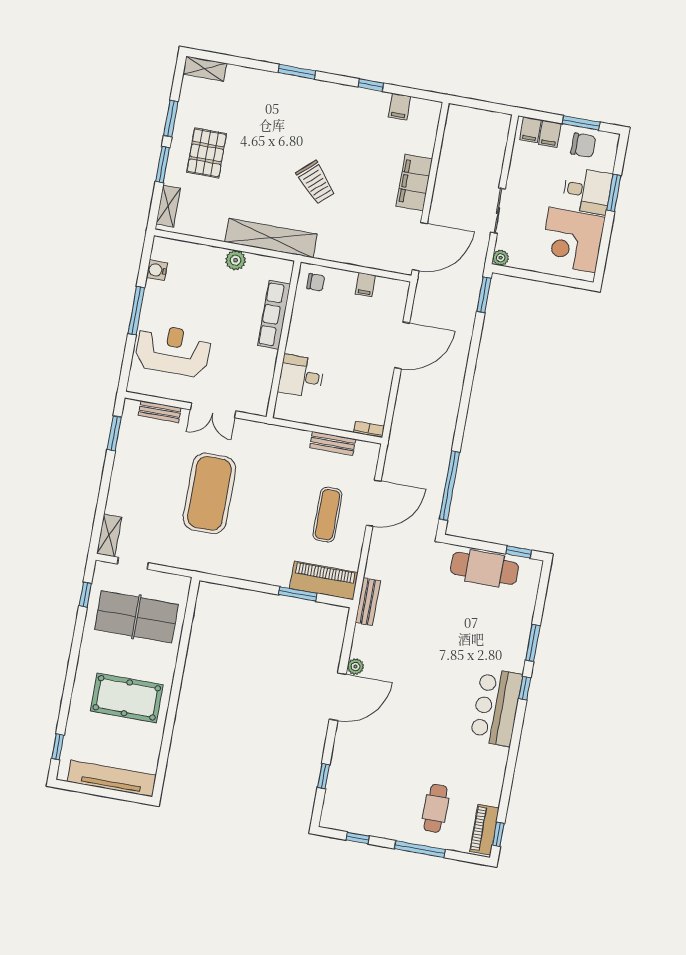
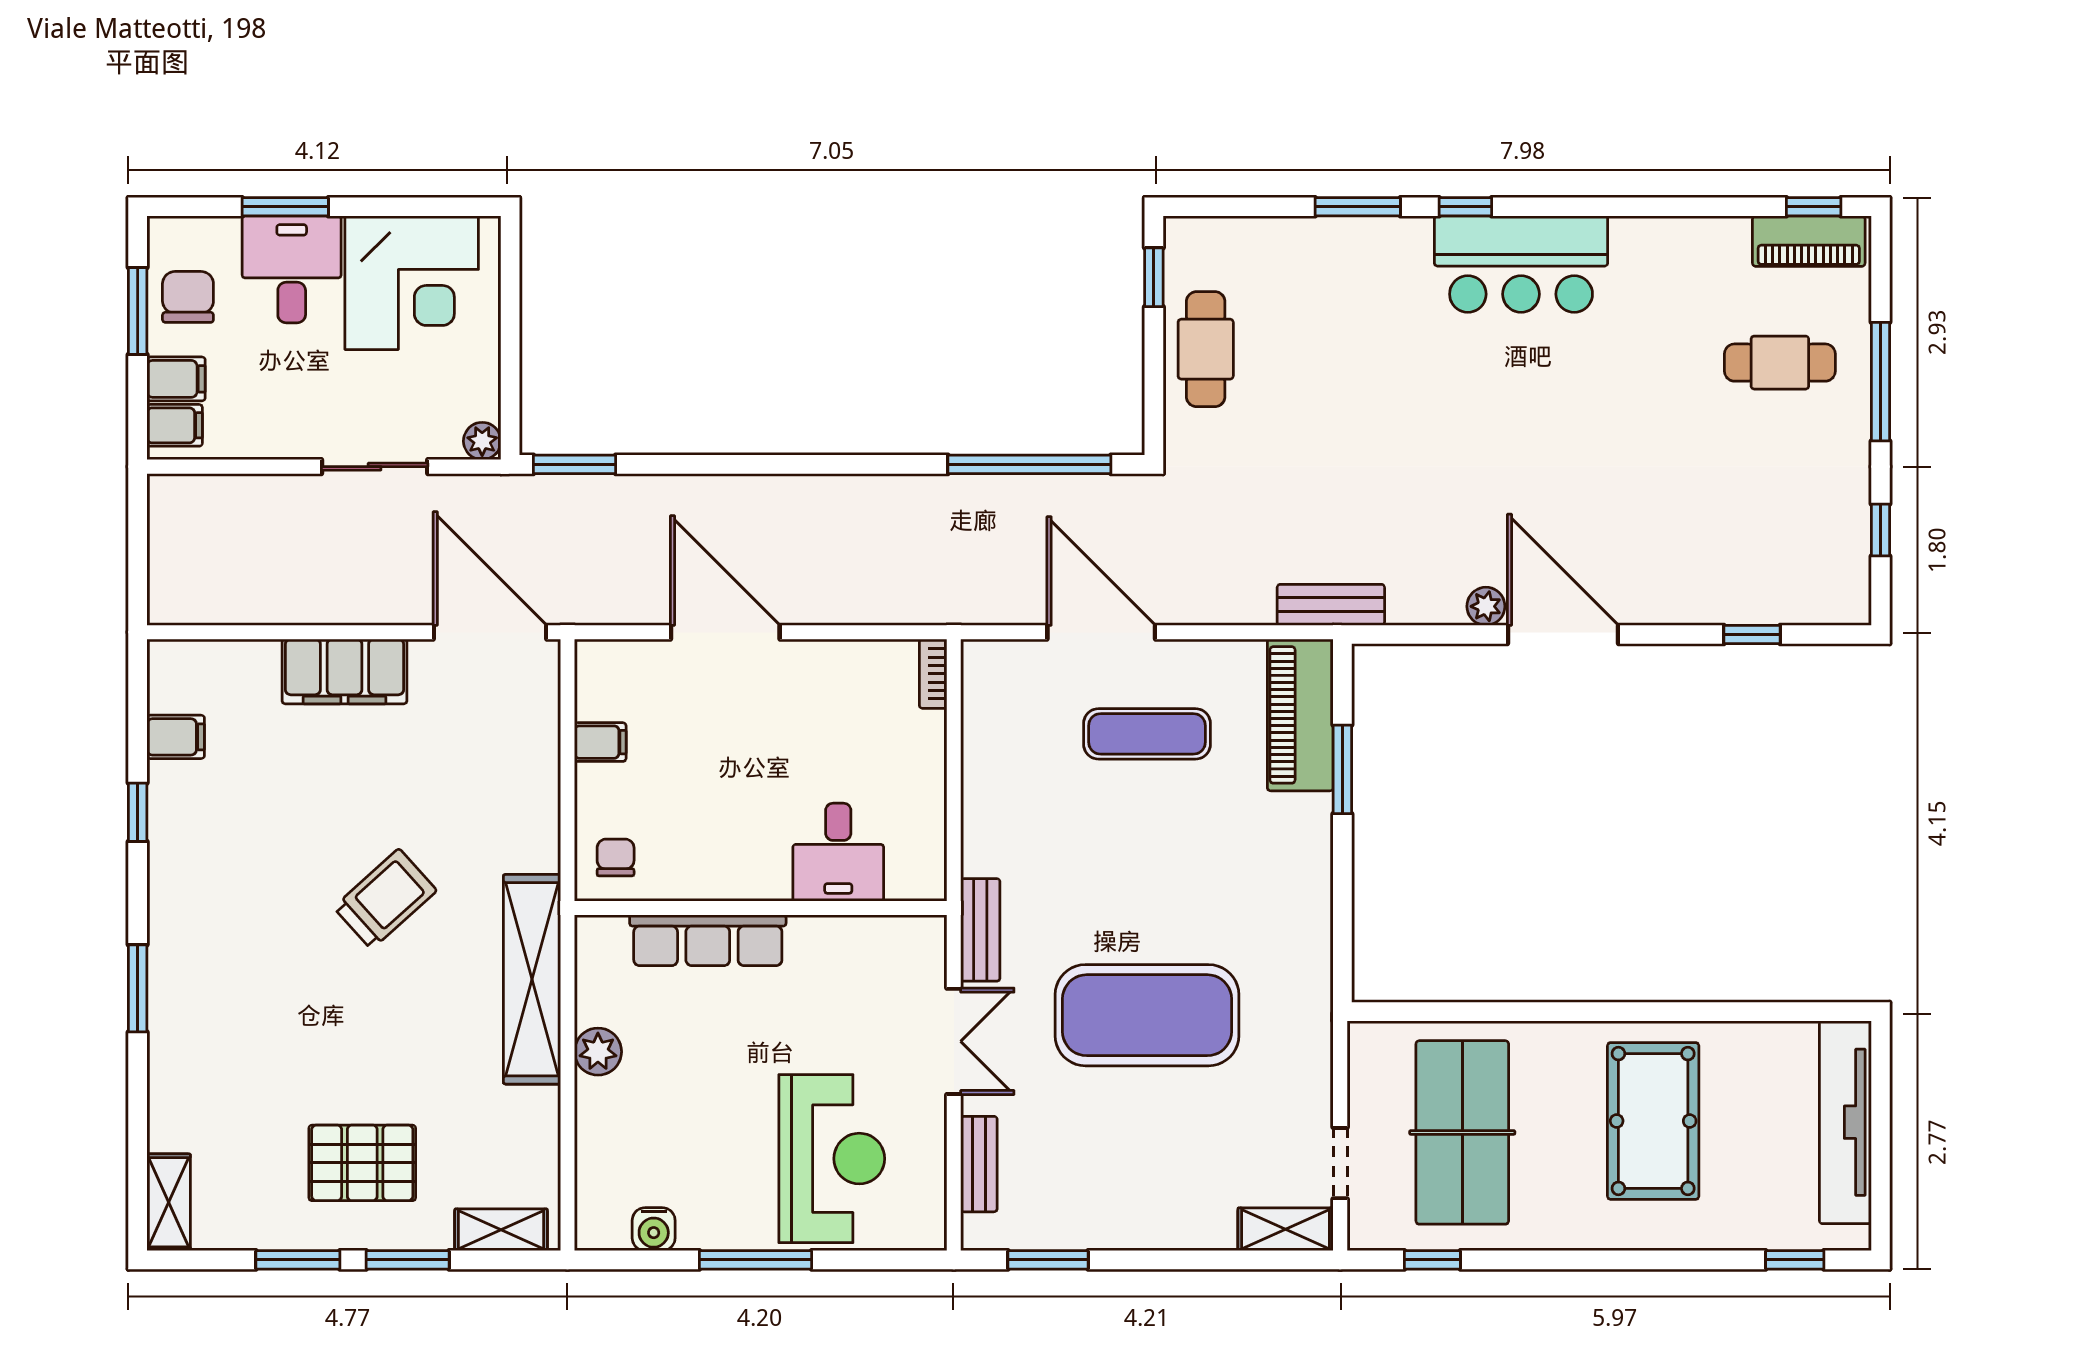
reception desk: (173, 350) -> (832, 1159), turned 180
bench: (333, 443) -> (980, 930), moved
cafe table: (485, 568) -> (1206, 349), width x0.73, depth x0.74

